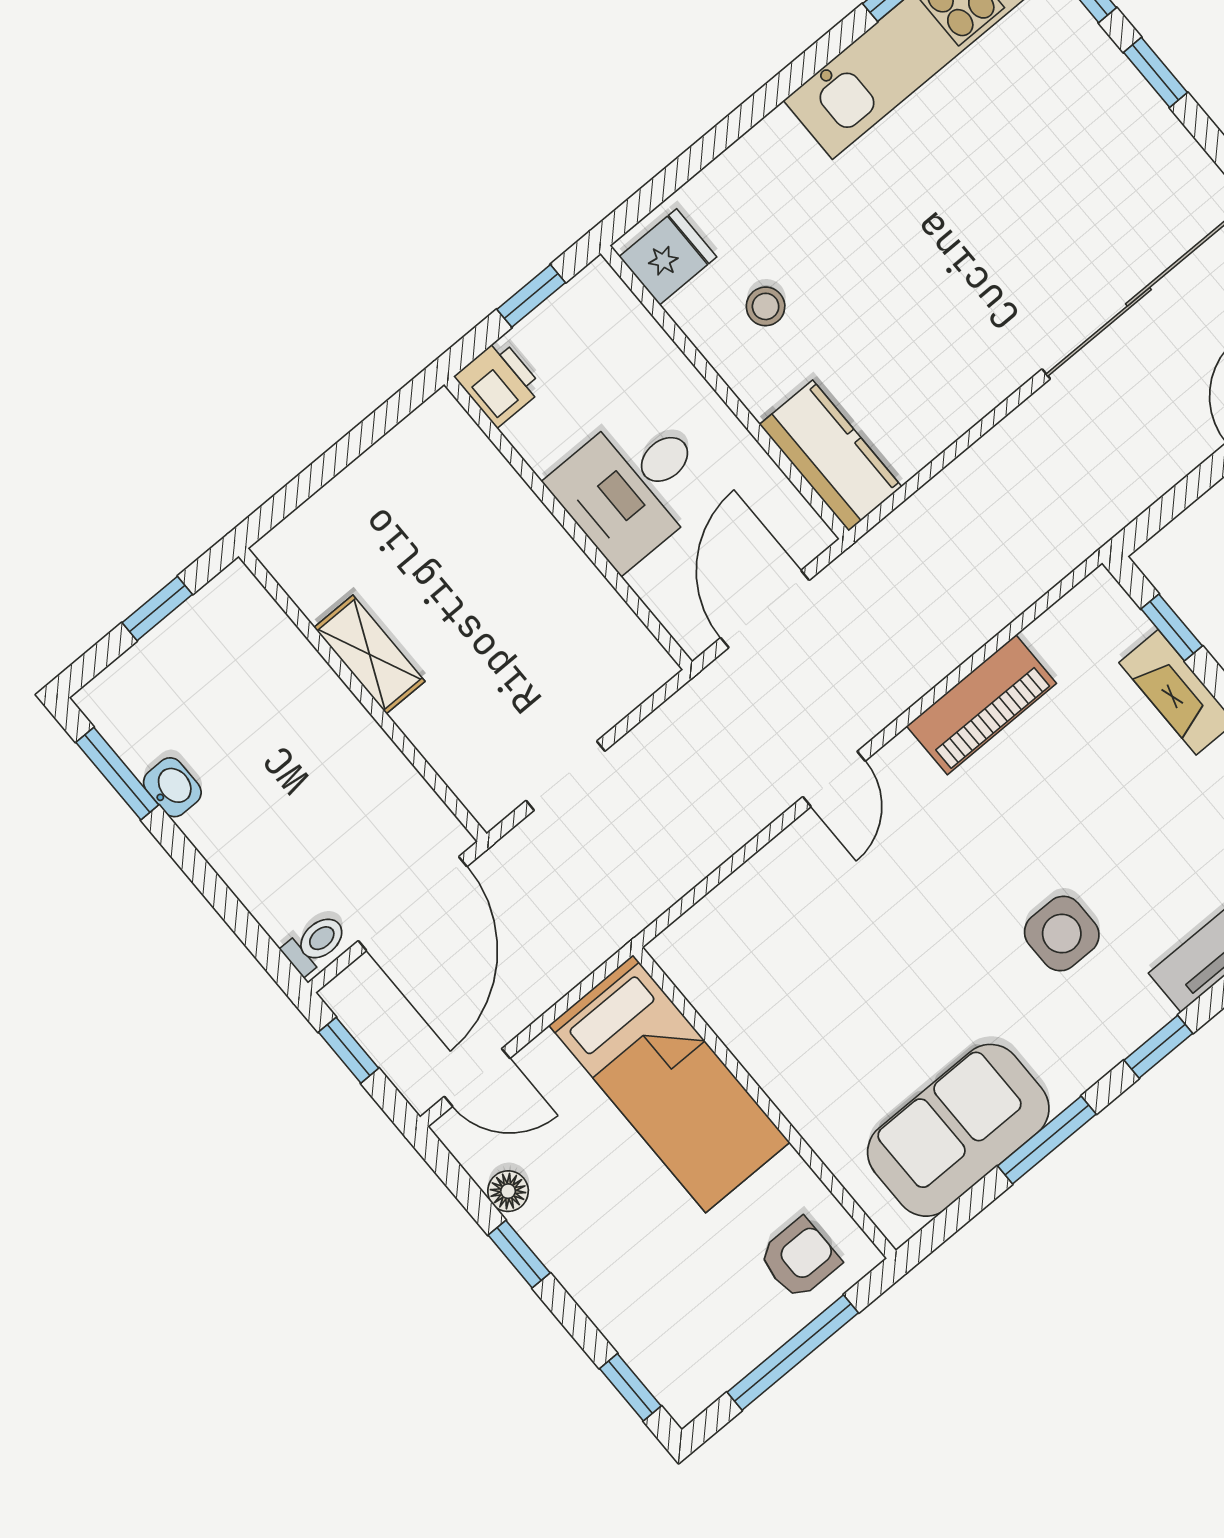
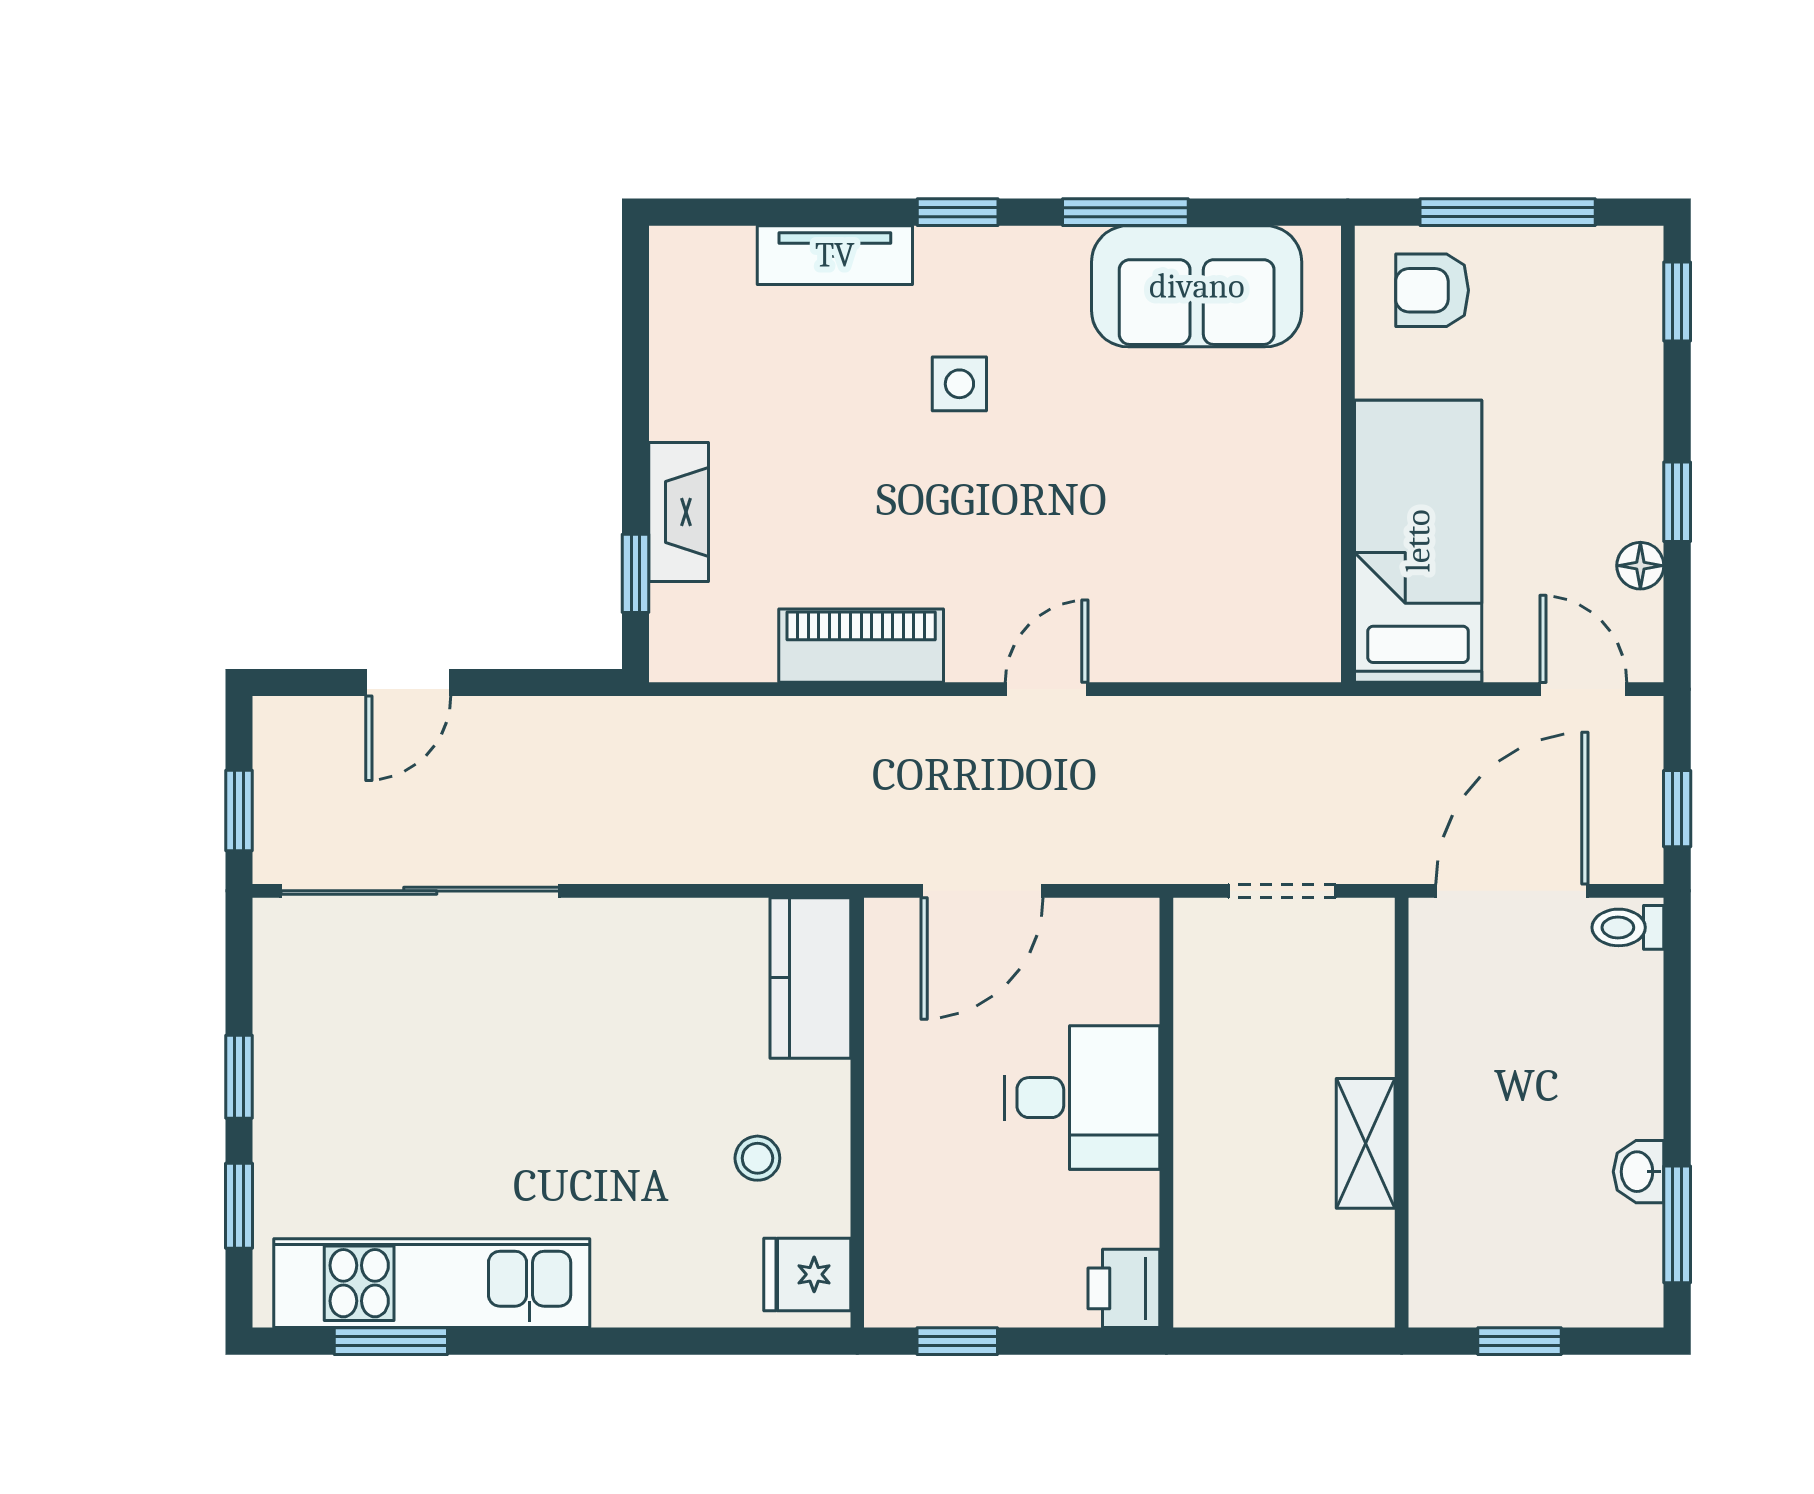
printer: (499, 383) -> (1124, 1288), moved
desk: (633, 486) -> (1082, 1098), moved
wall: (568, 523) -> (1166, 1113), moved
side table: (1062, 934) -> (959, 384), width x0.73, depth x0.73

